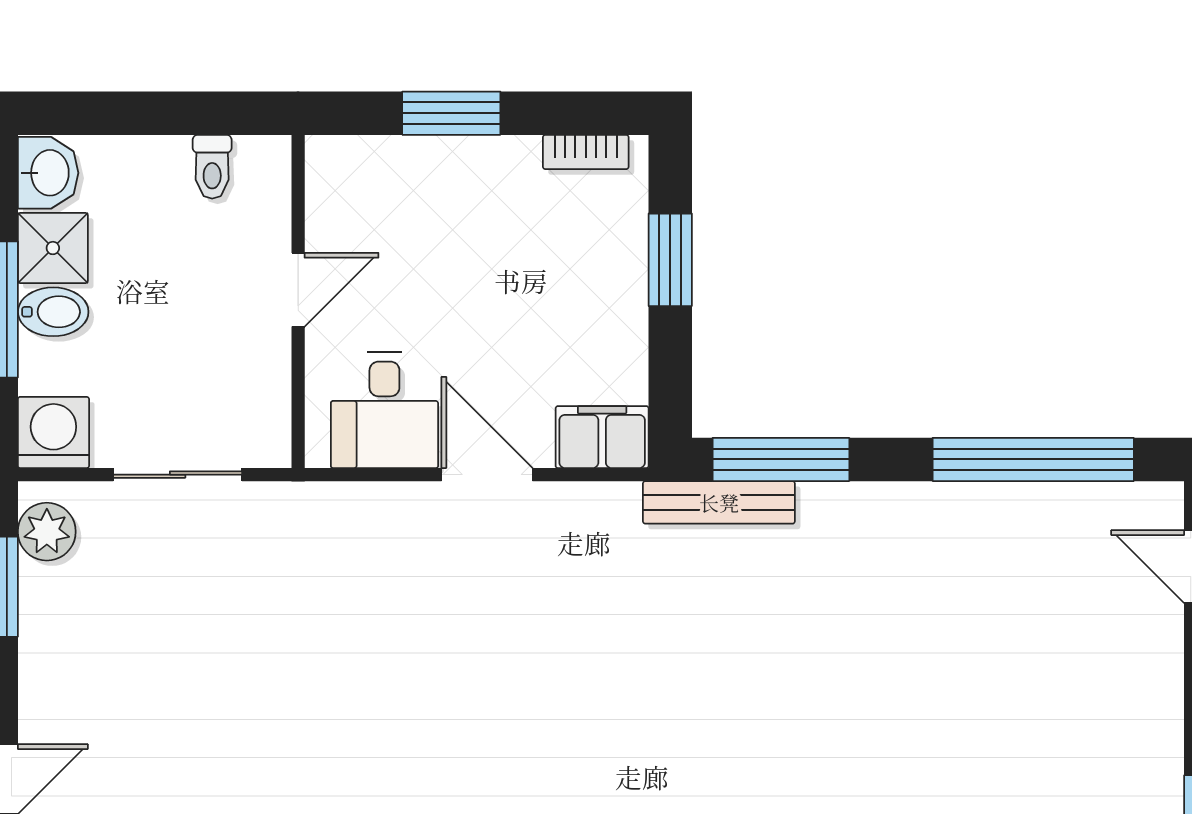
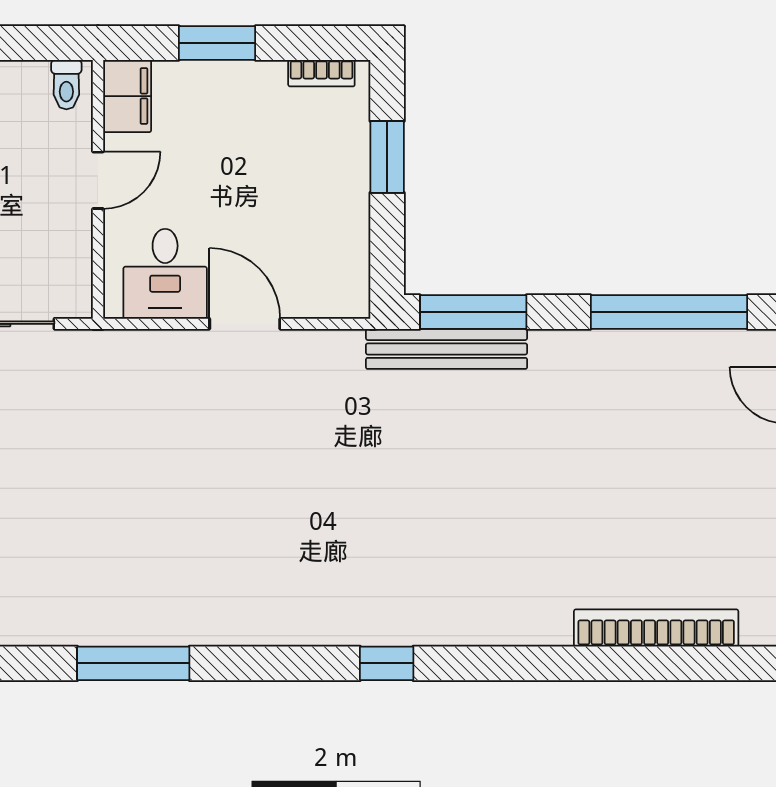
toilet: (212, 167) -> (66, 85), moved
filing cabinet: (602, 437) -> (127, 96), moved, turned 90
bench: (719, 502) -> (447, 349), width x1.37, depth x1.21

